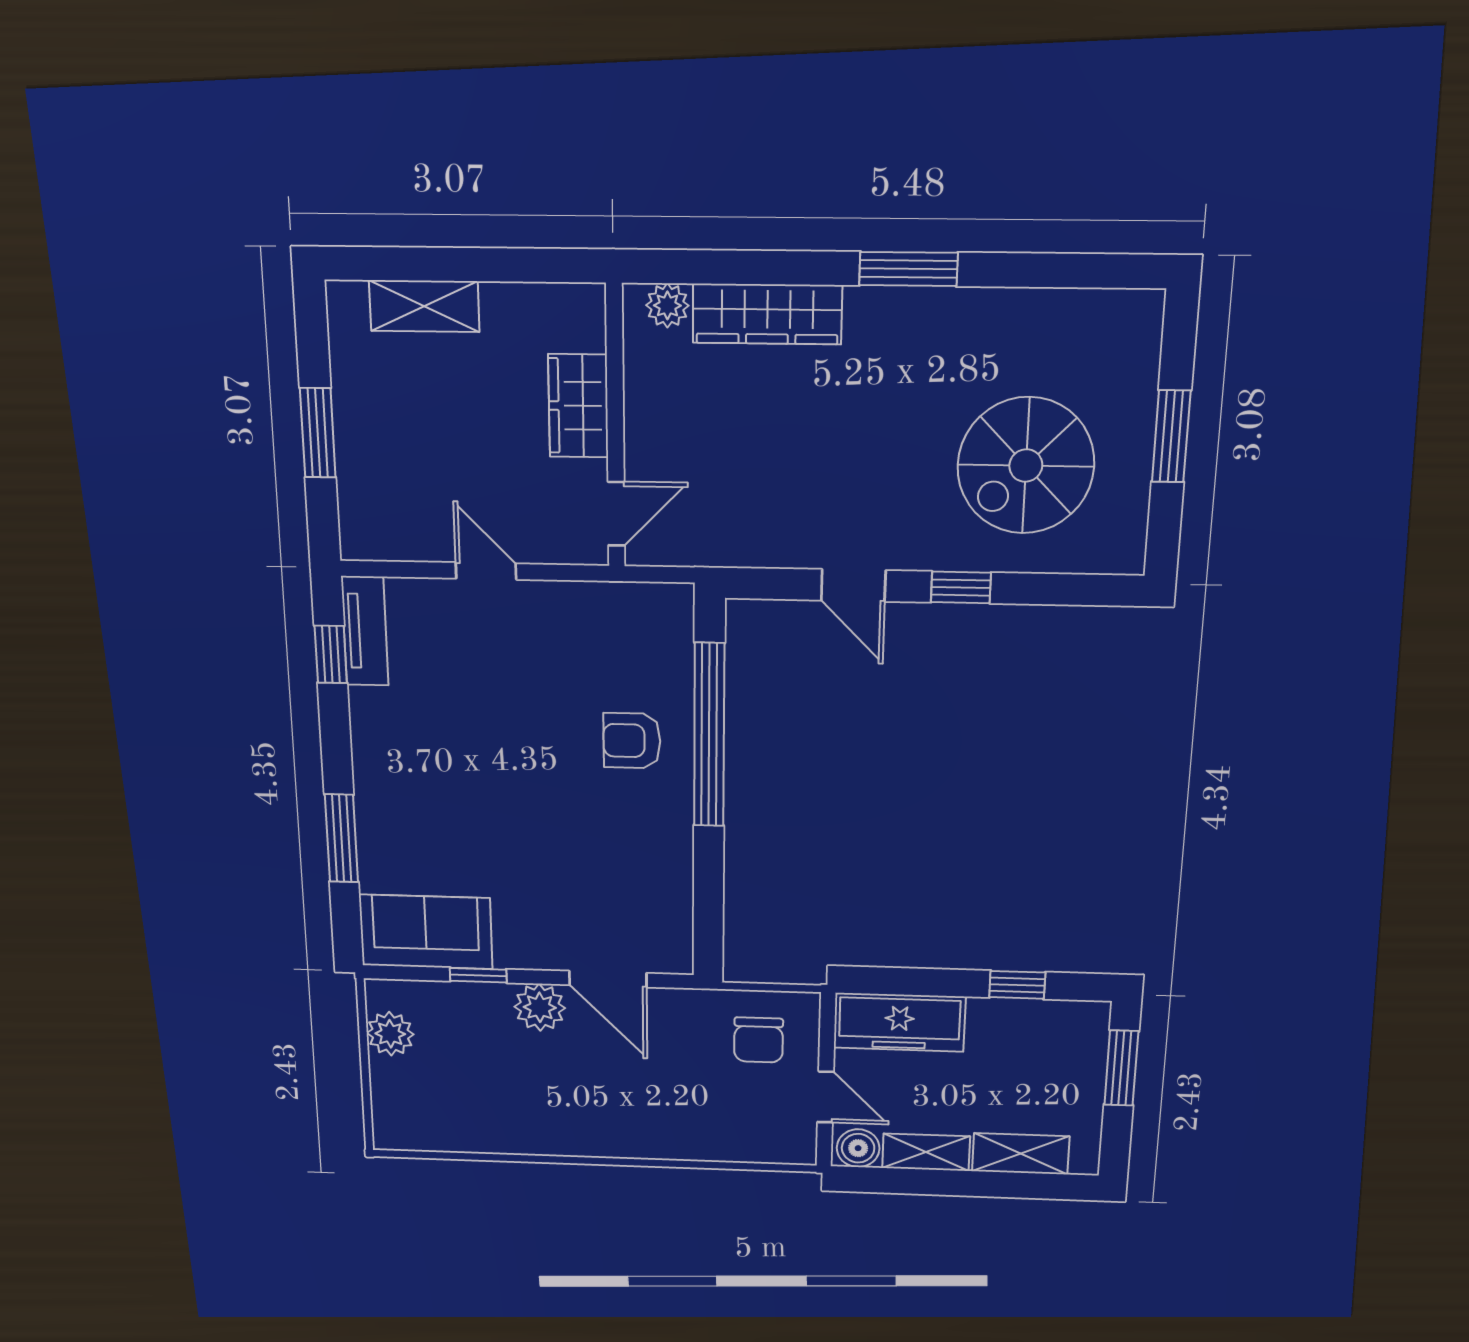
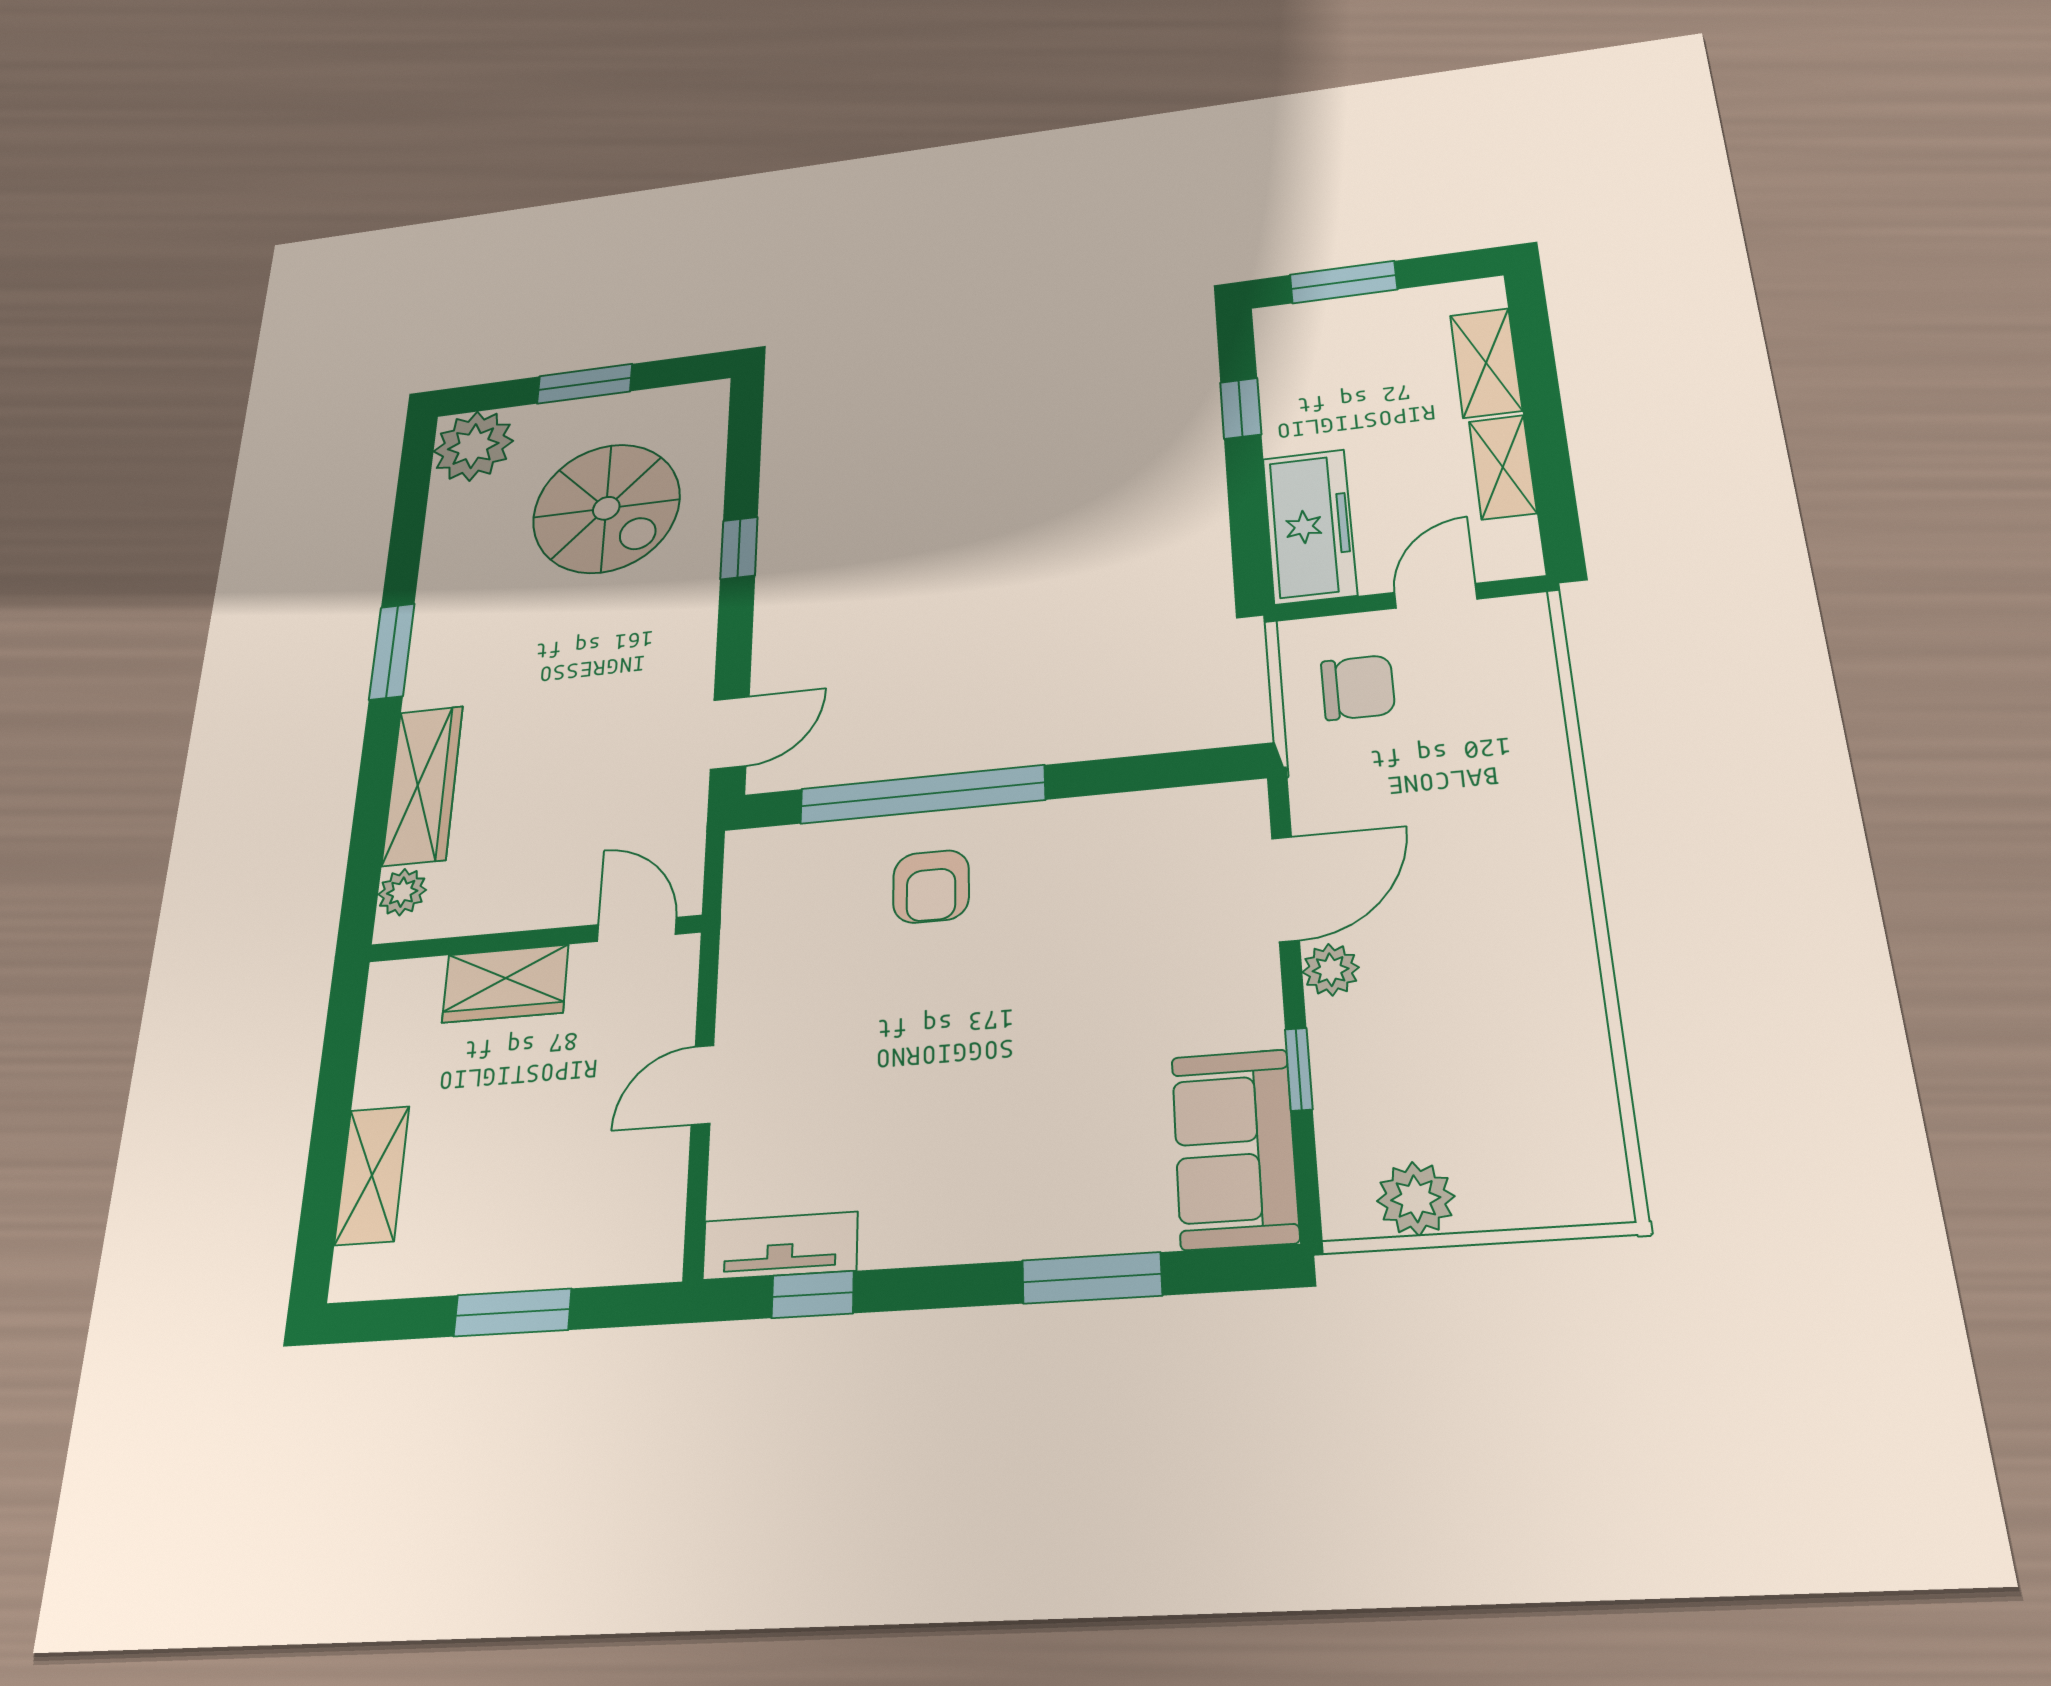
plant: (1123, 329) -> (473, 446), added
door: (853, 585) -> (730, 733), moved
plant: (540, 1007) -> (1331, 970), width x0.73, depth x0.73
boiler: (858, 1148) -> (1511, 546), removed

